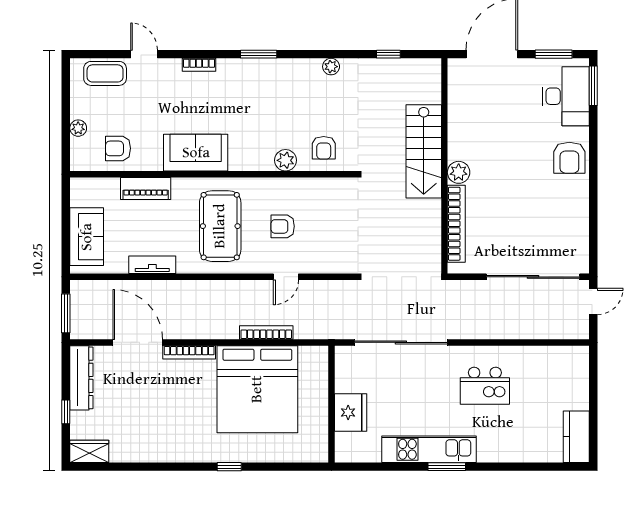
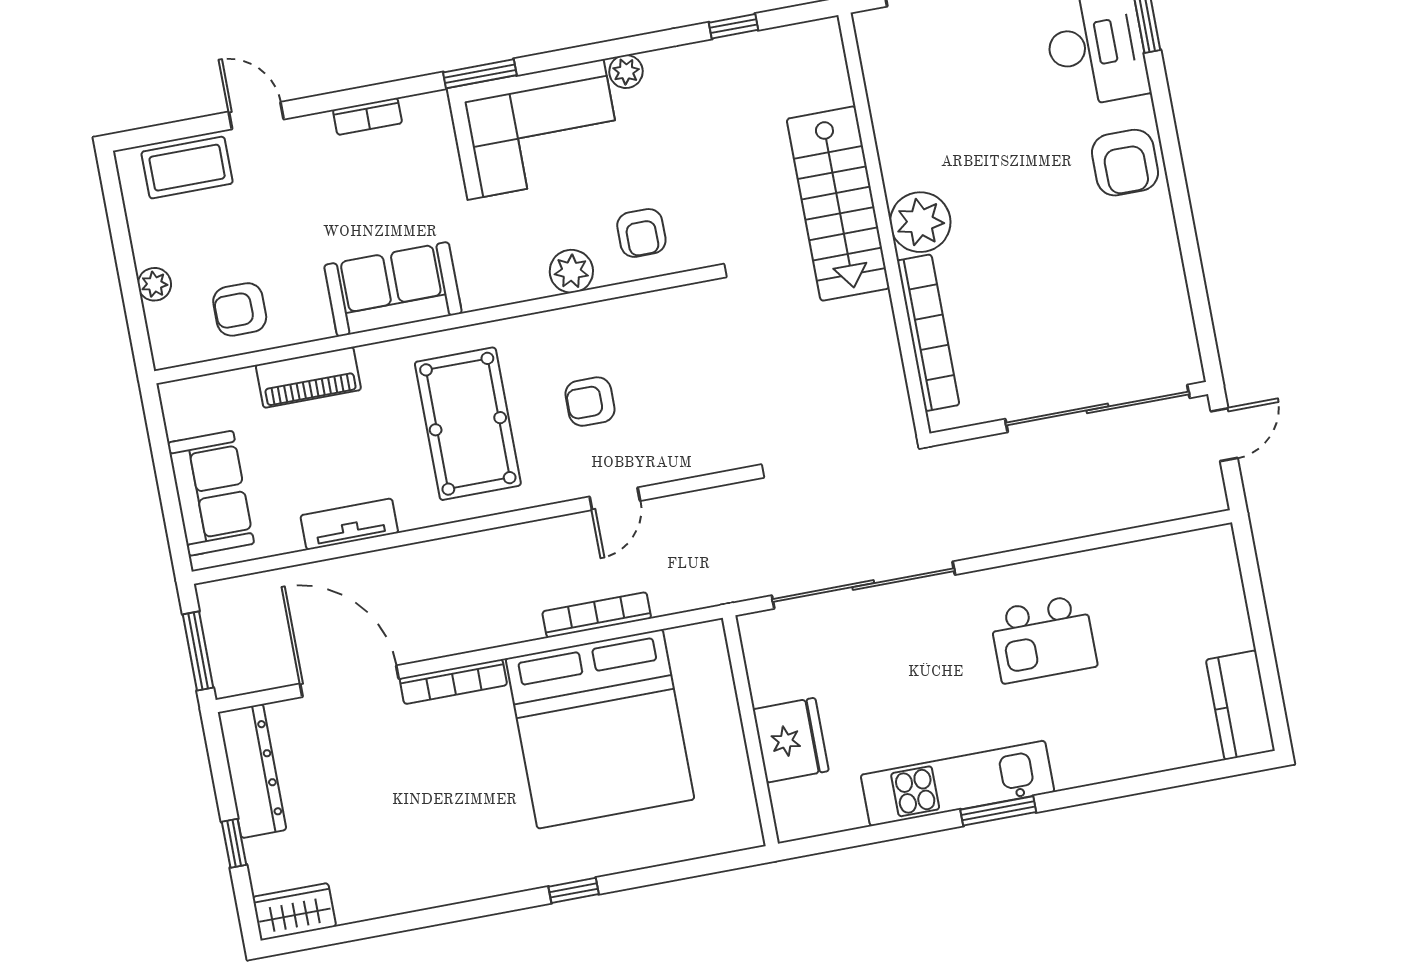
corner sofa: (281, 87) -> (536, 129), added
plant: (459, 172) -> (920, 222), width x1.36, depth x1.36

